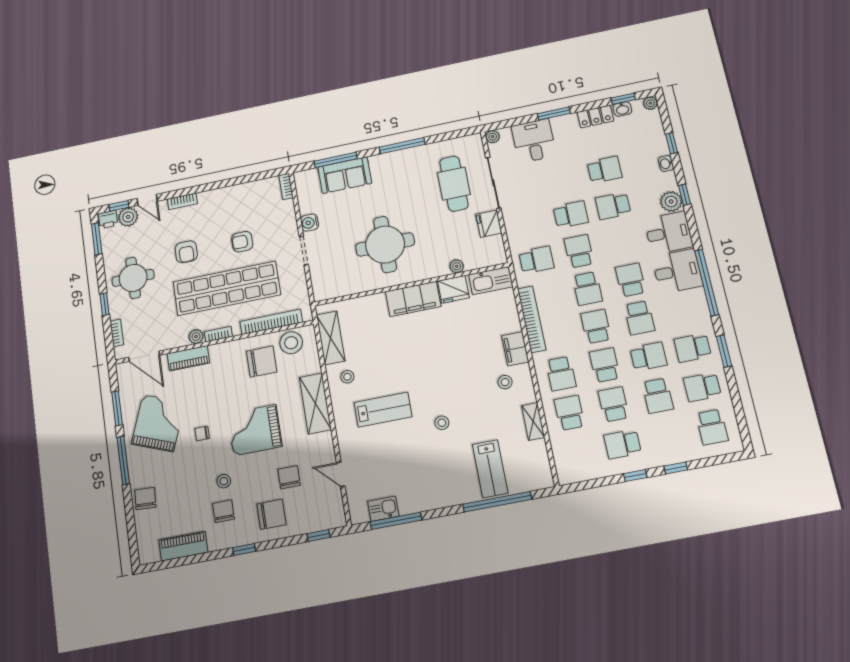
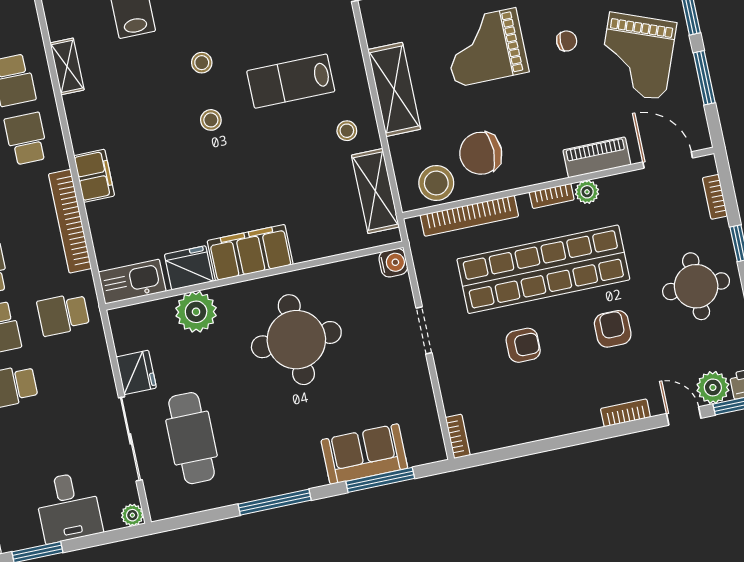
water cooler: (309, 223) -> (393, 263), moved
plant: (457, 266) -> (196, 312), width x1.88, depth x1.88
stool: (505, 382) -> (211, 120), moved
grand piano: (255, 430) -> (485, 47), turned 180

